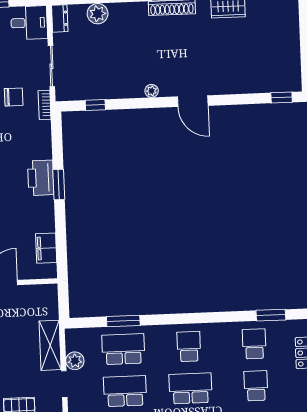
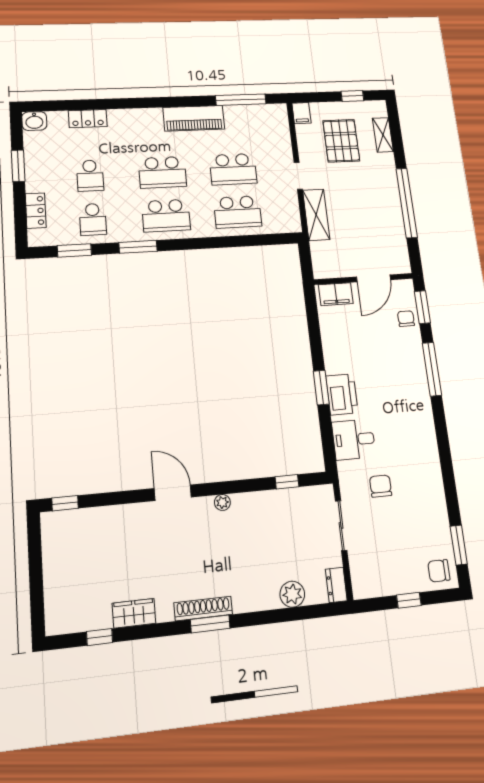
desk: (29, 23) -> (354, 439), moved
chair: (14, 97) -> (381, 486), turned 90
bookcase: (45, 105) -> (345, 479), removed
filing cabinet: (46, 248) -> (336, 294), moved, turned 90
window: (123, 321) -> (138, 247), moved
school desk: (189, 346) -> (166, 216), width x1.85
plant: (75, 361) -> (289, 199), removed

